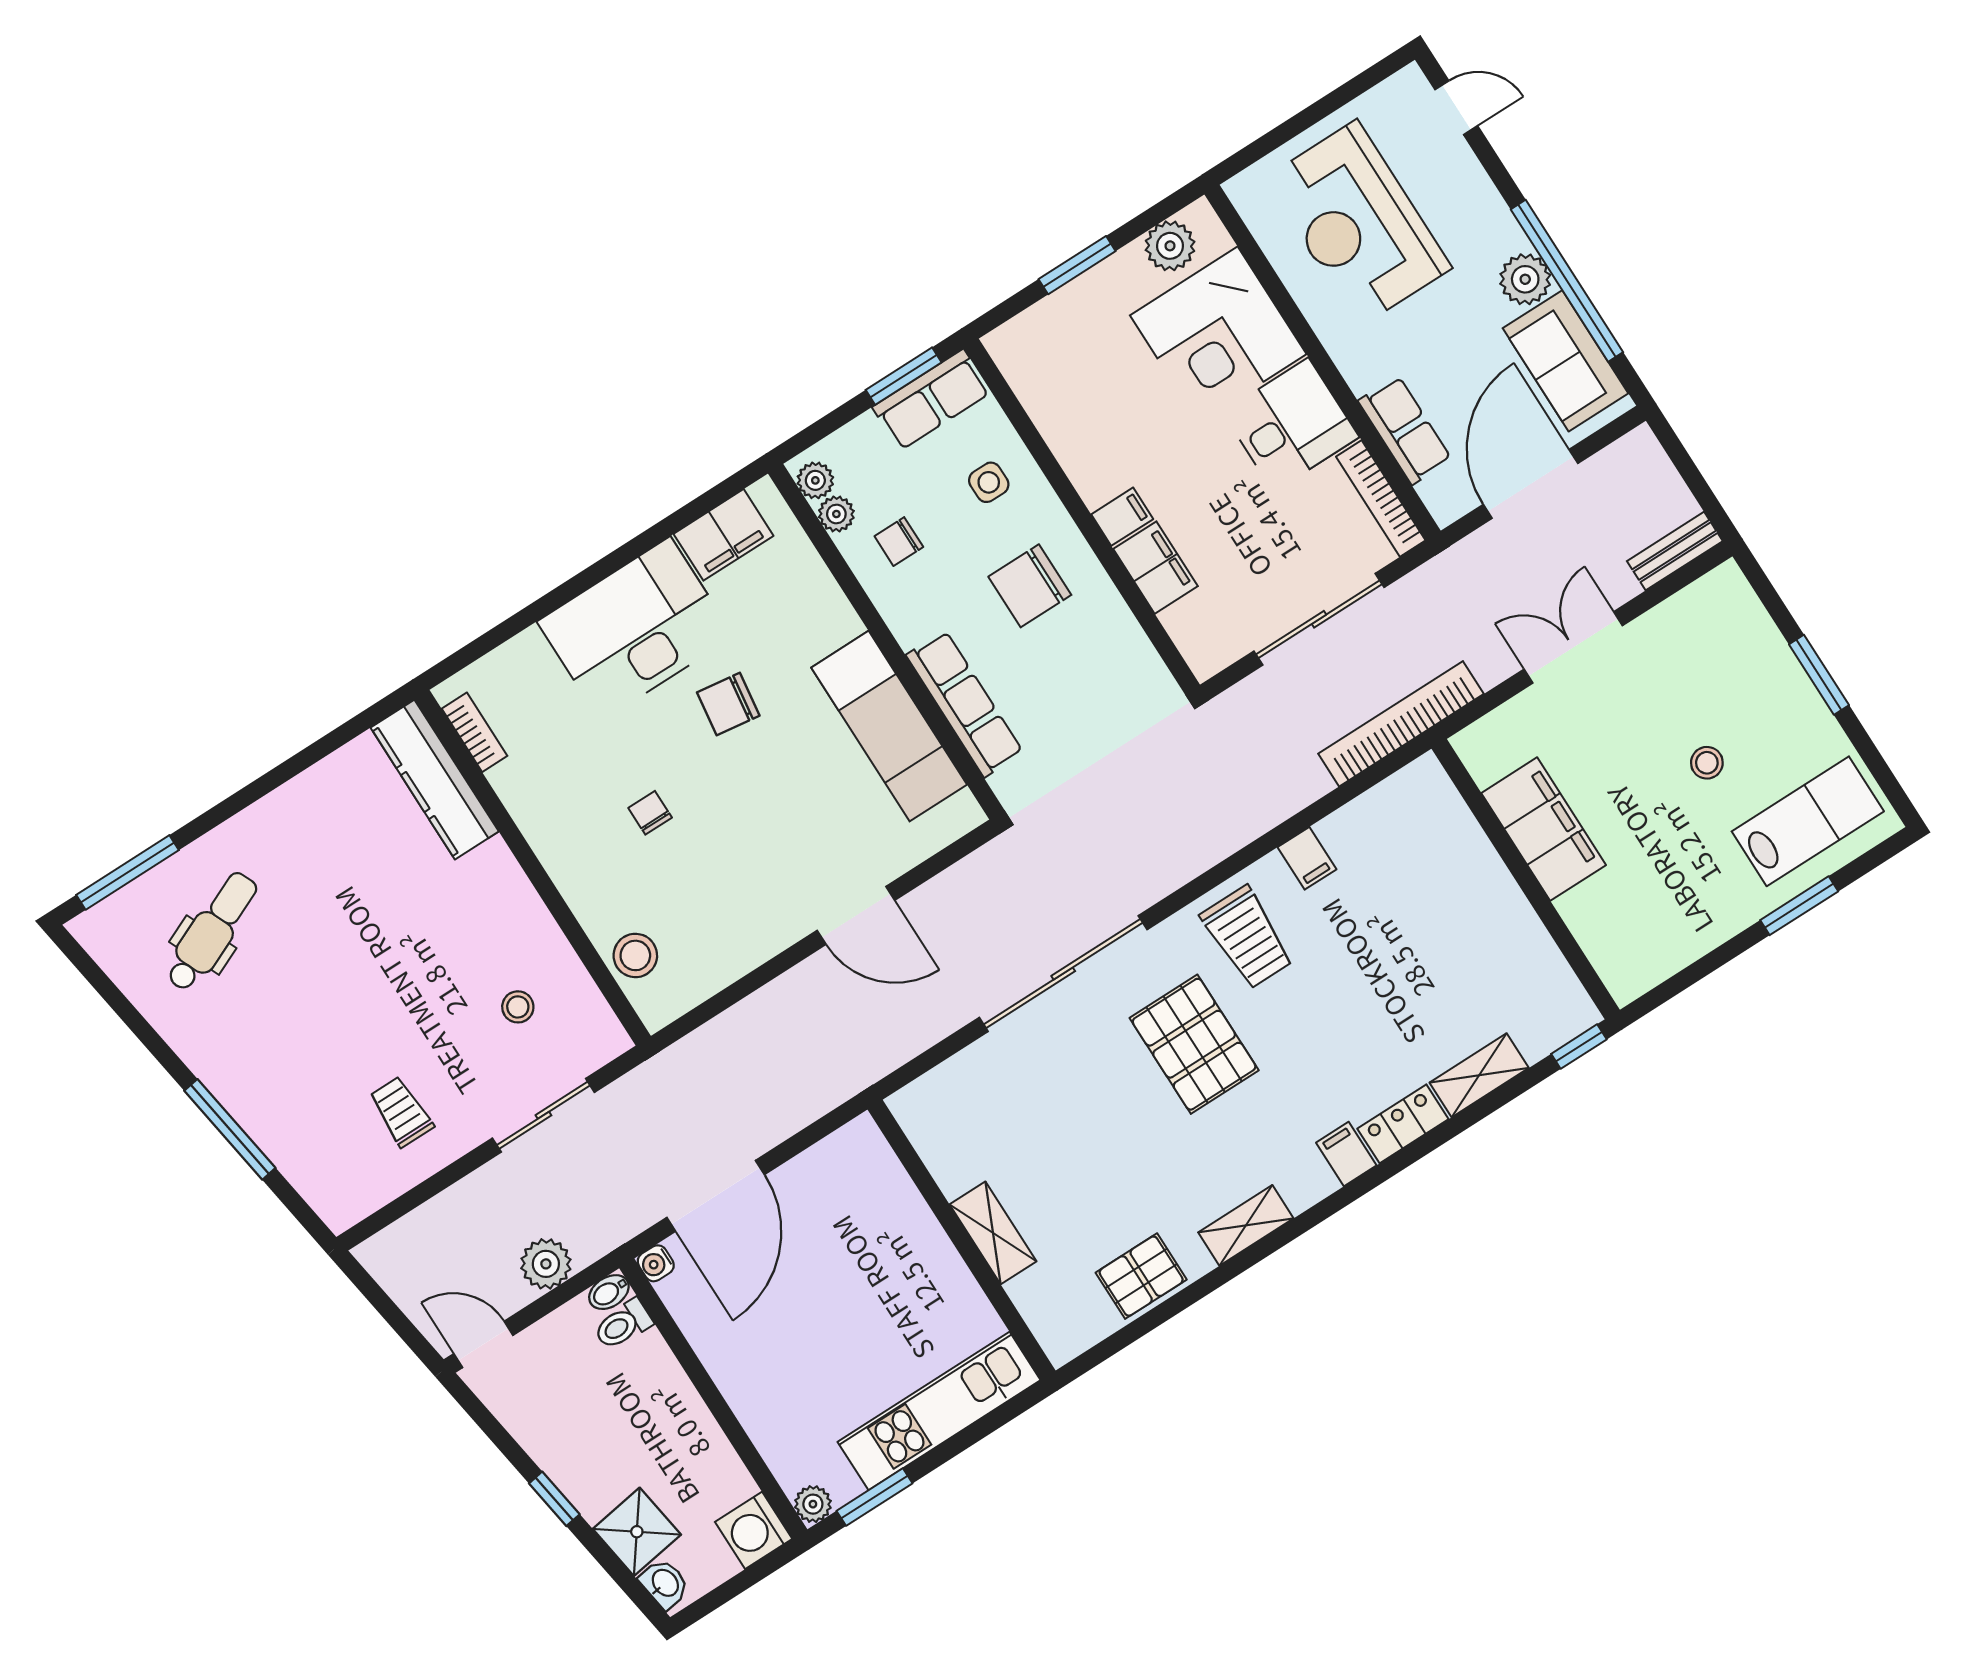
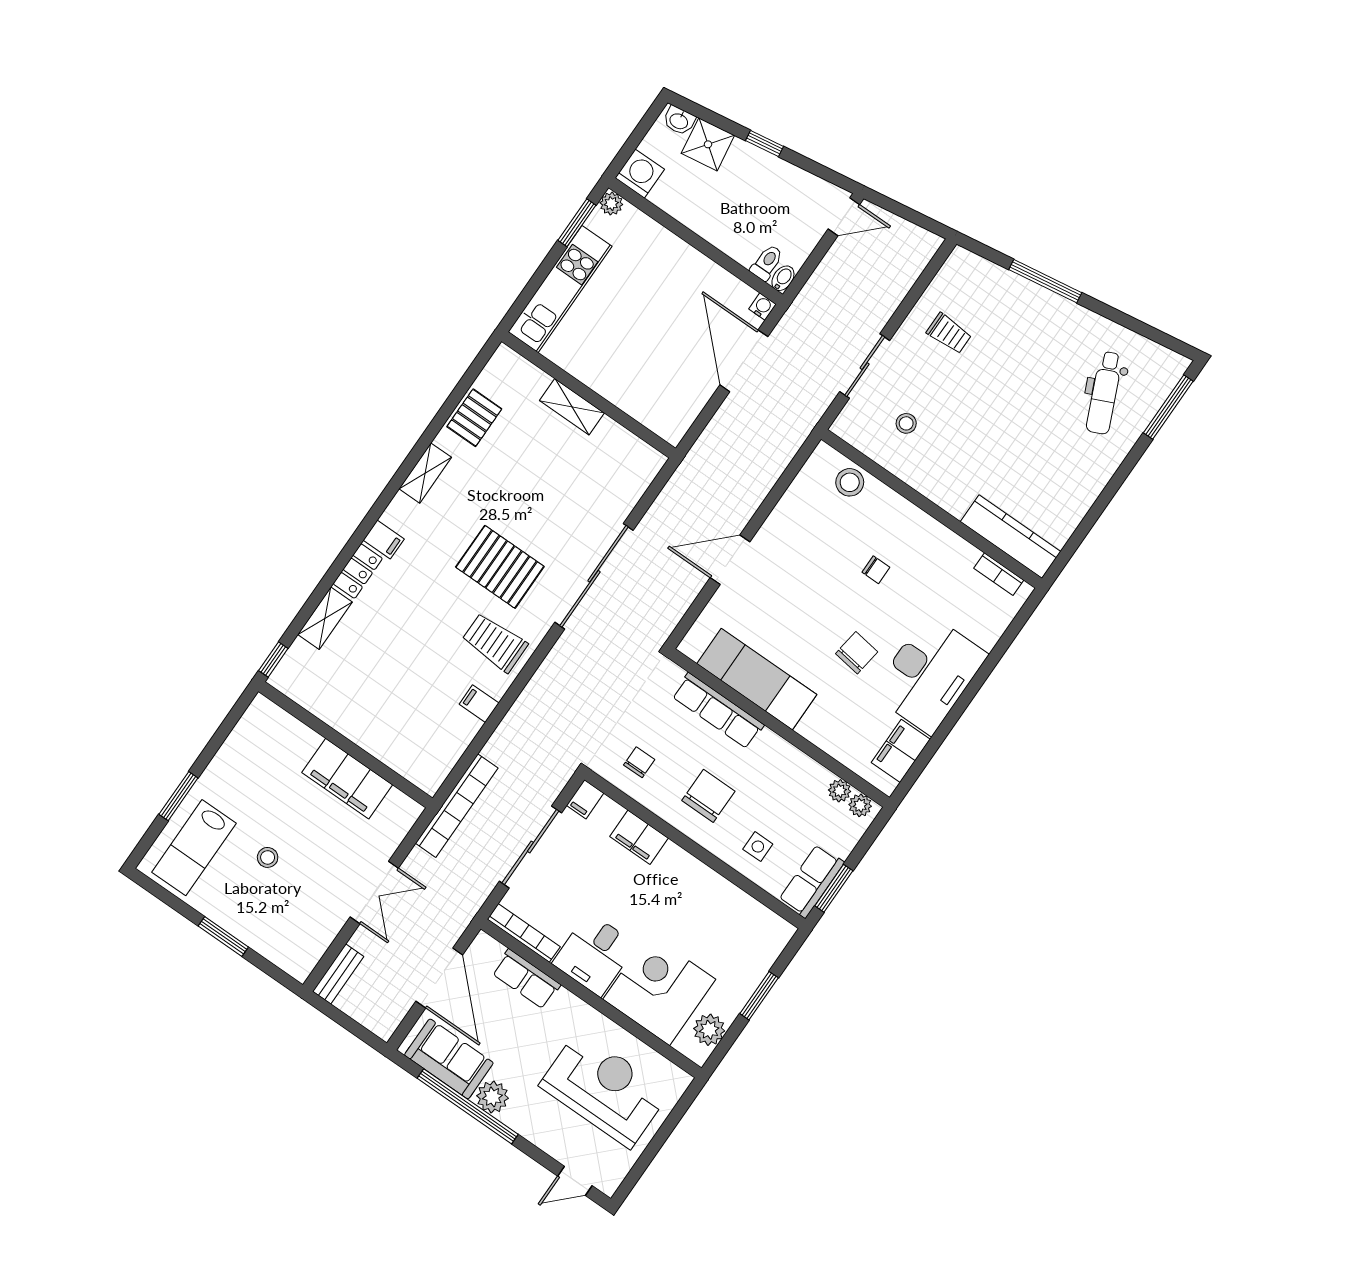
filing cabinet: (1122, 517) -> (585, 799), moved
chair: (899, 542) -> (639, 762), moved
plant: (546, 1264) -> (827, 279), removed

